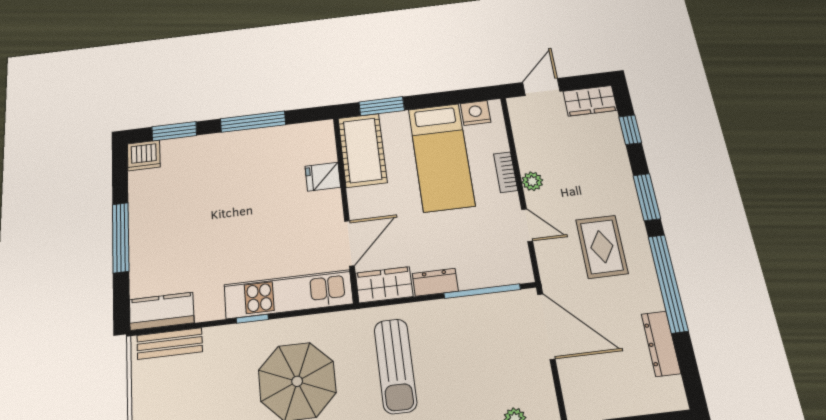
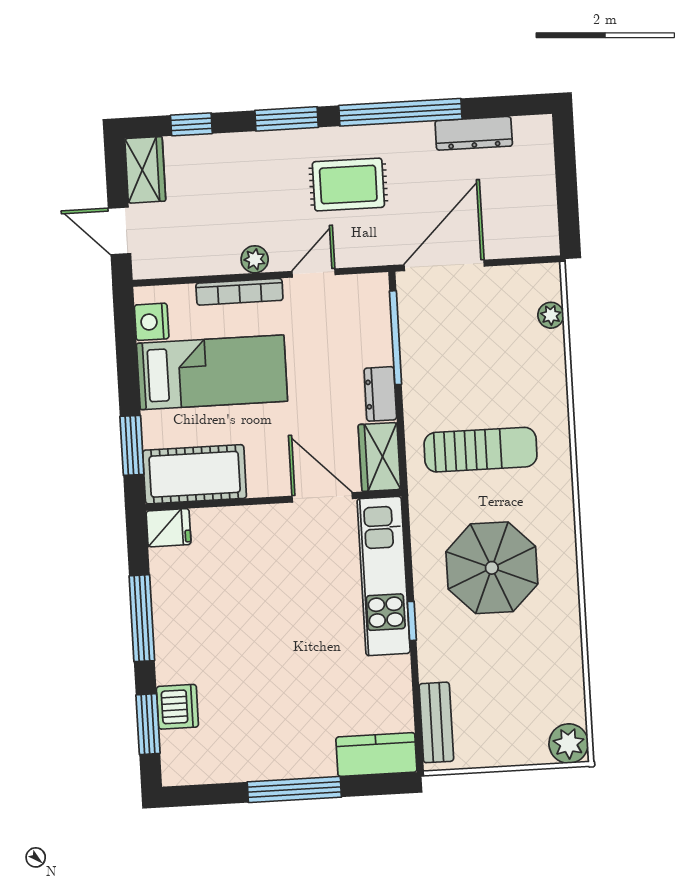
dishwasher: (144, 155) -> (177, 707), moved
bookcase: (506, 172) -> (239, 292), width x1.56
fridge: (323, 177) -> (169, 528), moved, turned -90
kitchen counter: (162, 311) -> (376, 755), moved, turned 90

